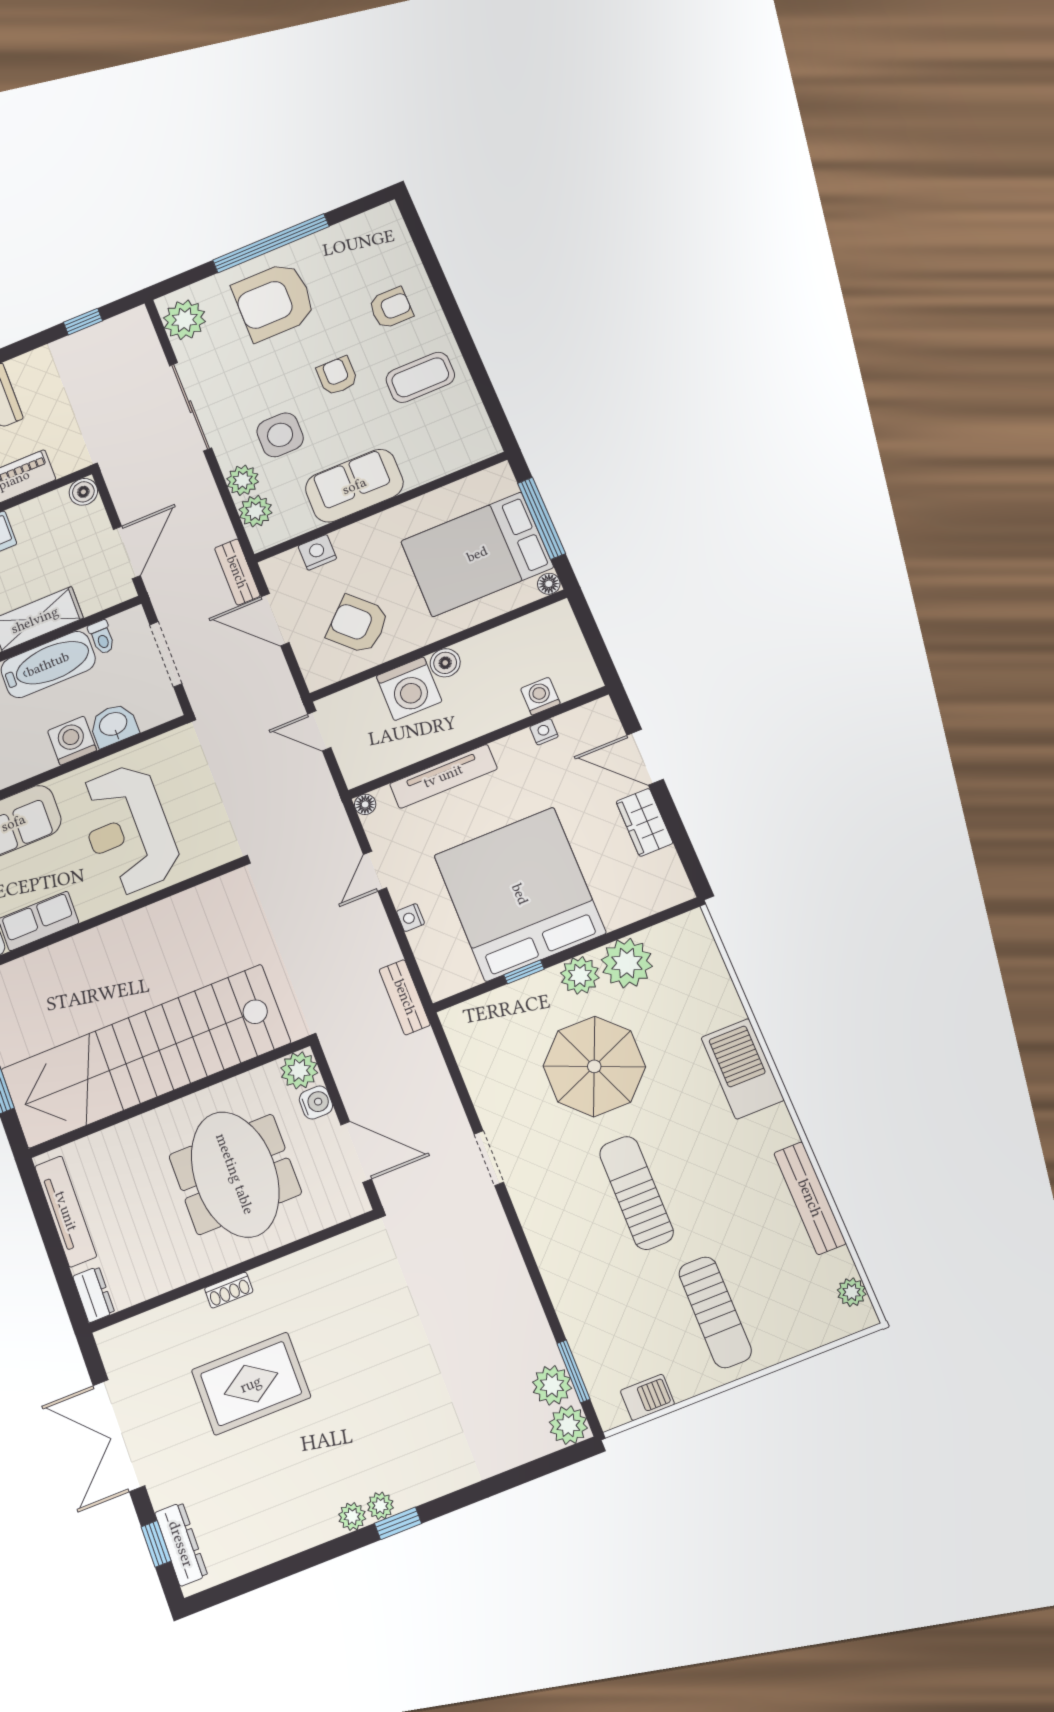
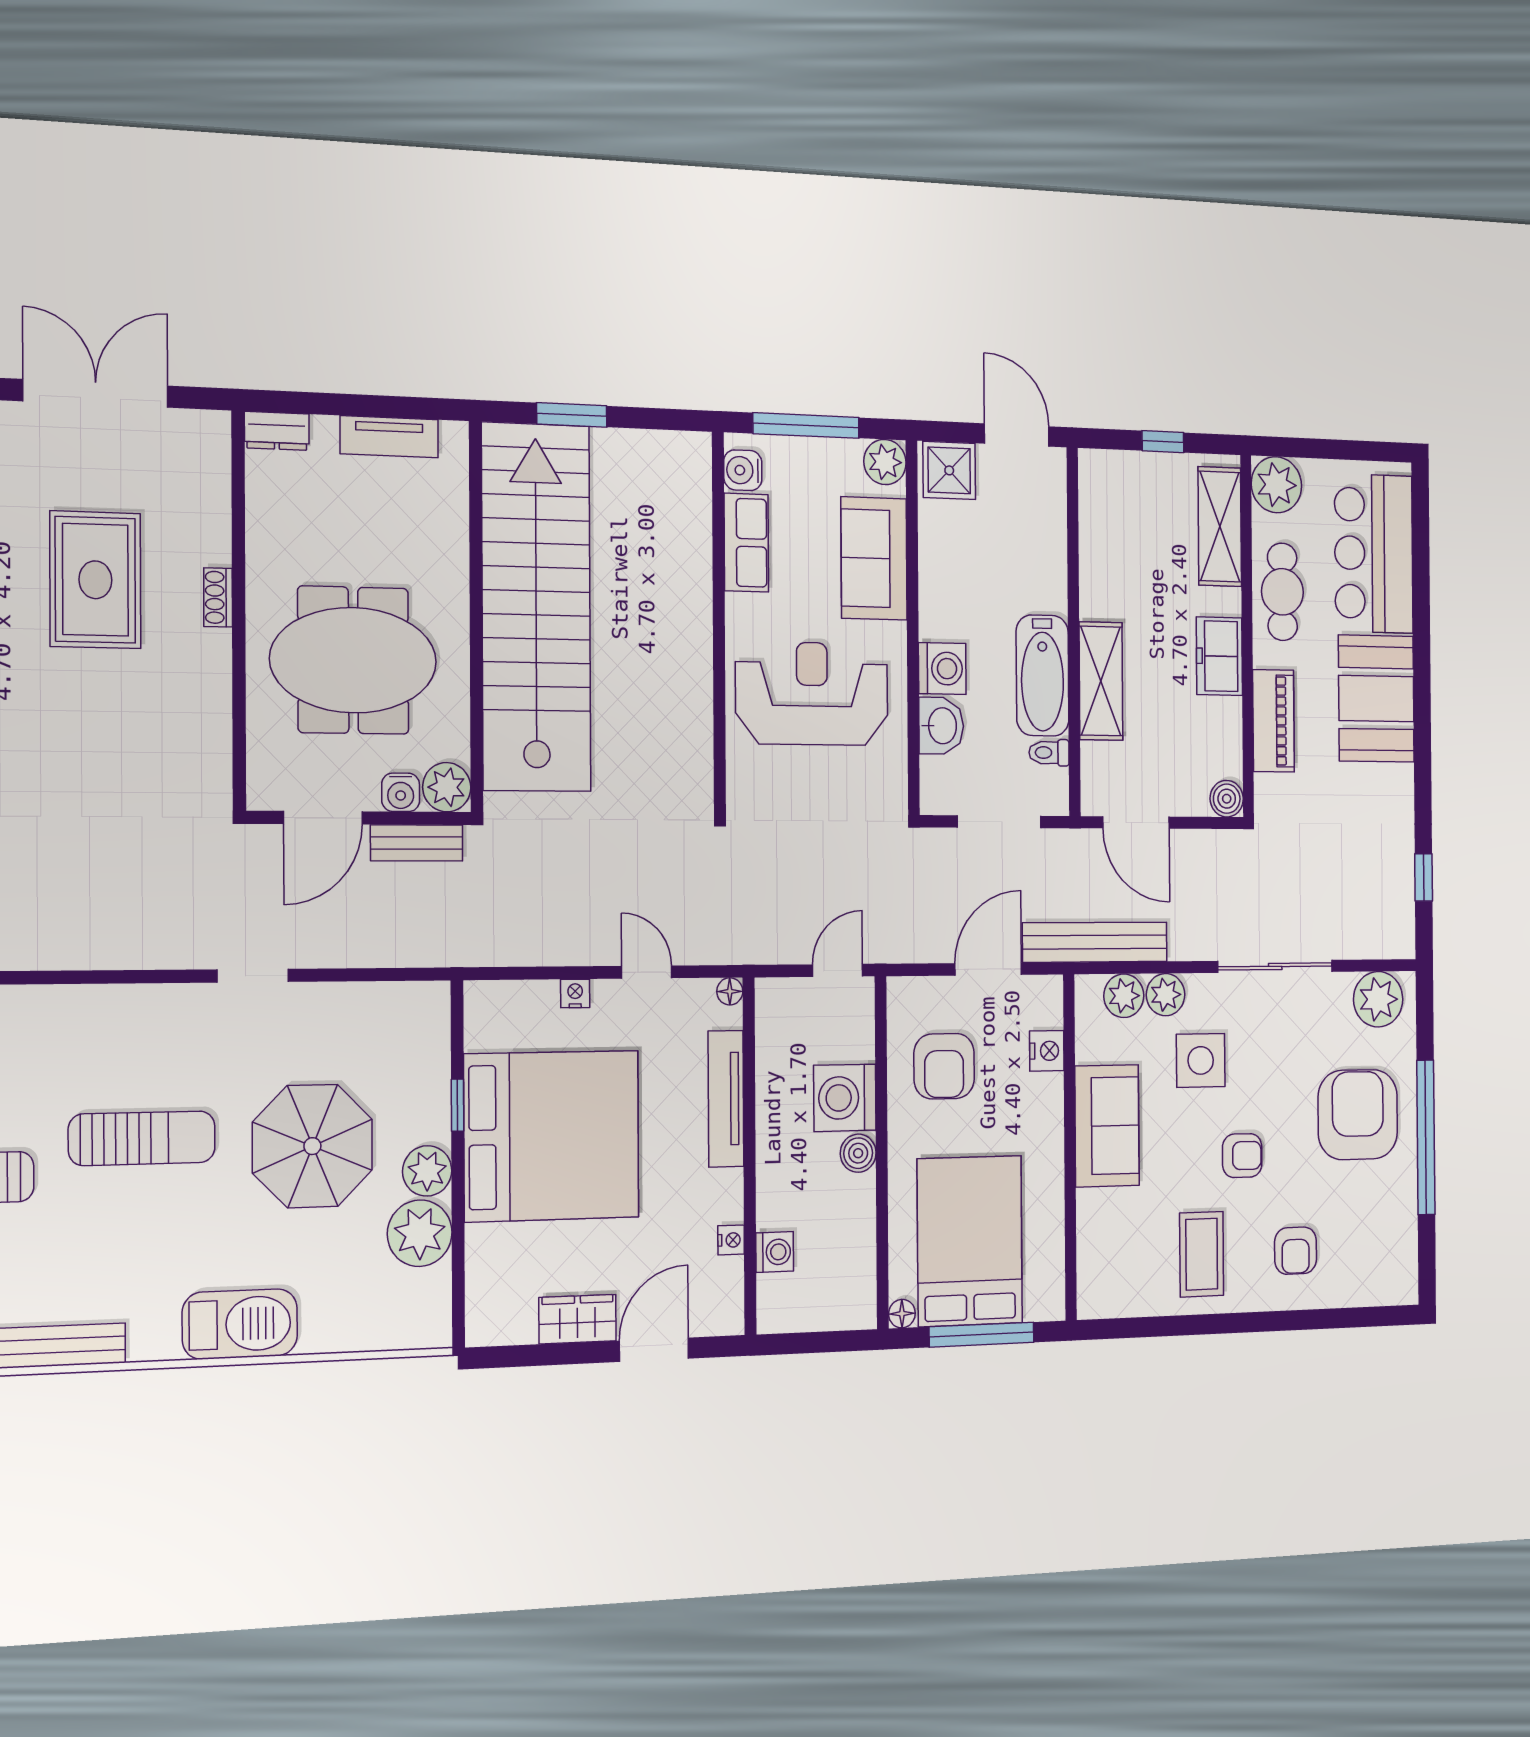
bench: (237, 572) -> (1095, 942), width x1.86, depth x1.21
armchair: (358, 624) -> (944, 1066), turned 135
bench: (405, 997) -> (417, 843), moved
tv unit: (66, 1211) -> (389, 437), width x0.71

